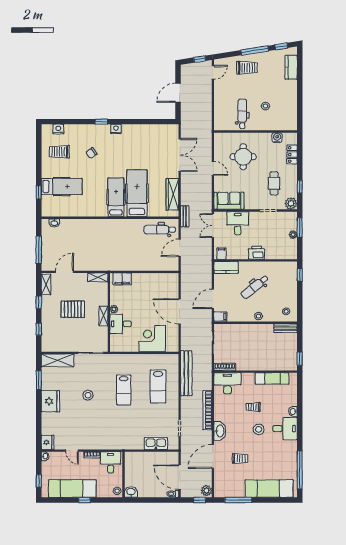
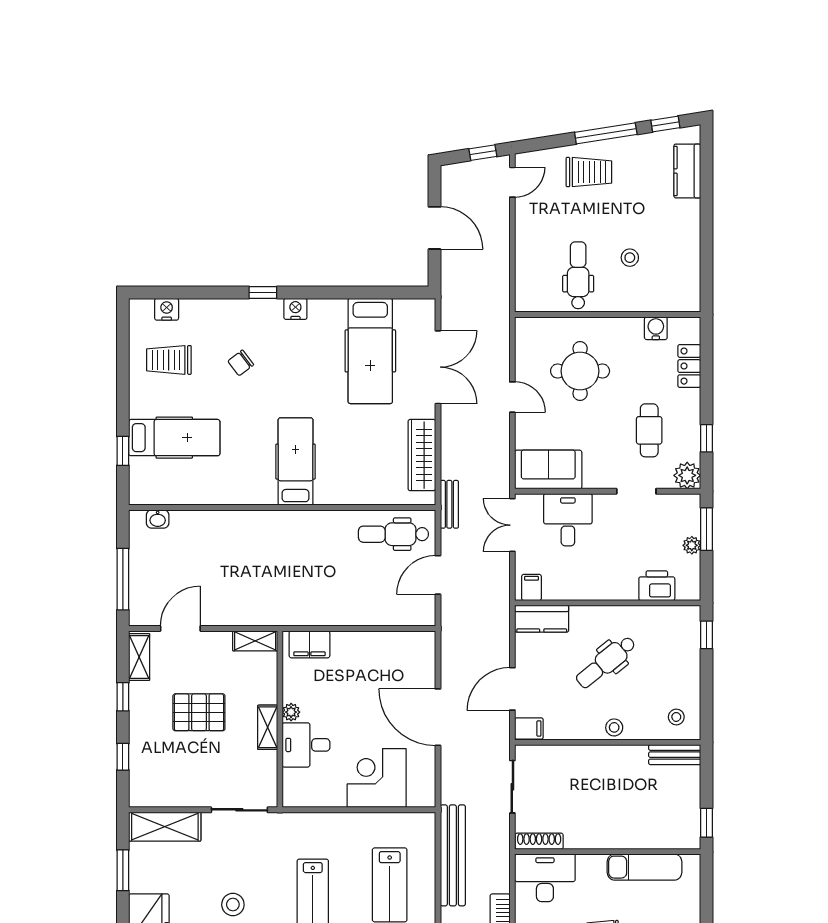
door: (178, 93) -> (434, 228), swing flipped
hospital bed: (137, 193) -> (370, 351), moved, turned 180
printer: (257, 253) -> (657, 586), moved

